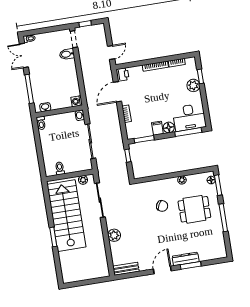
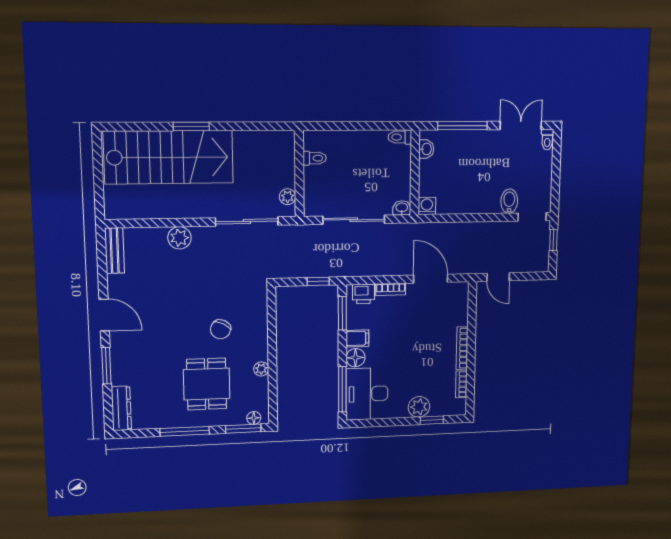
printer: (123, 74) -> (364, 294), moved
stairs: (66, 216) -> (169, 157), moved
dresser: (186, 259) -> (121, 408), moved

